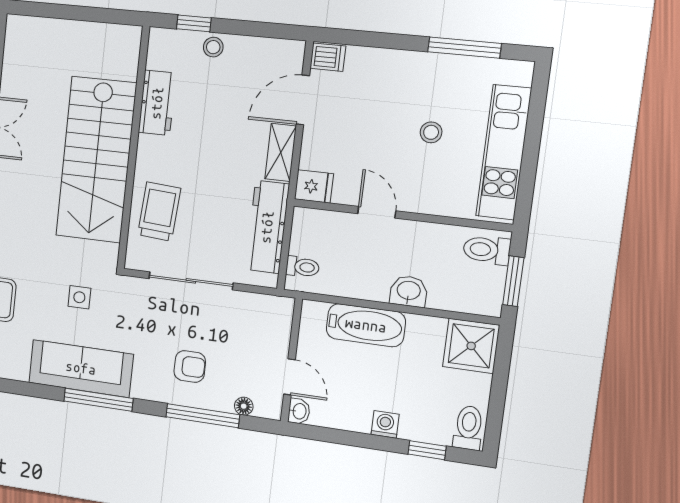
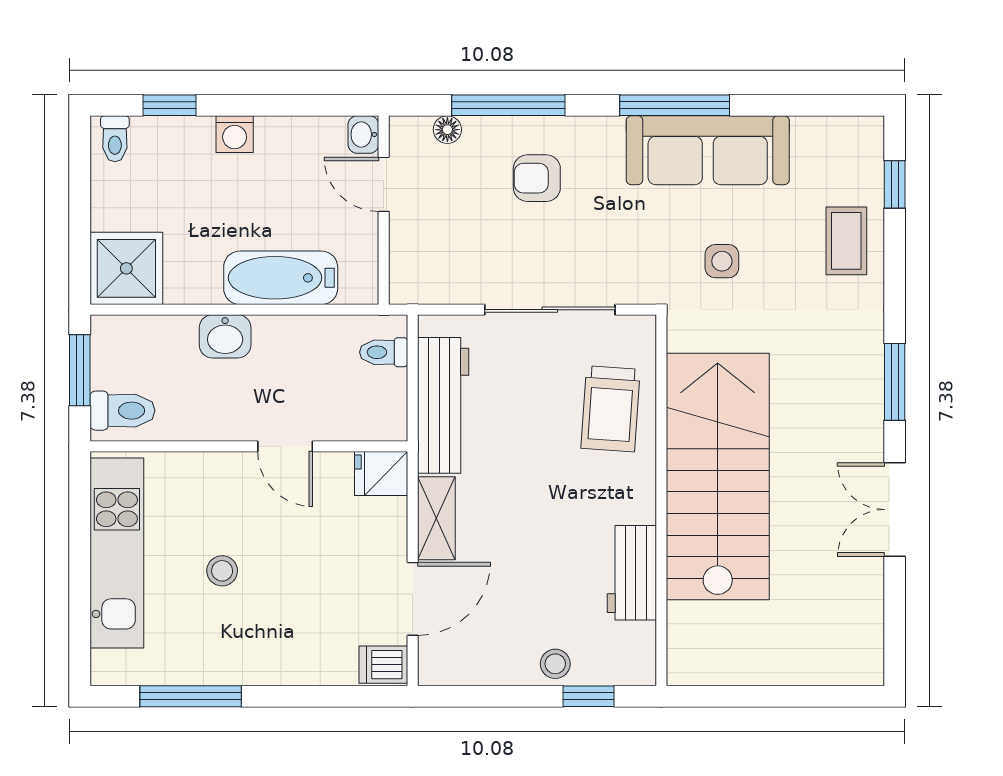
toilet: (468, 428) -> (115, 139), width x0.73, depth x0.72

